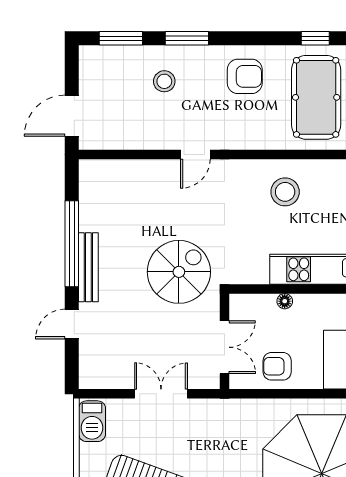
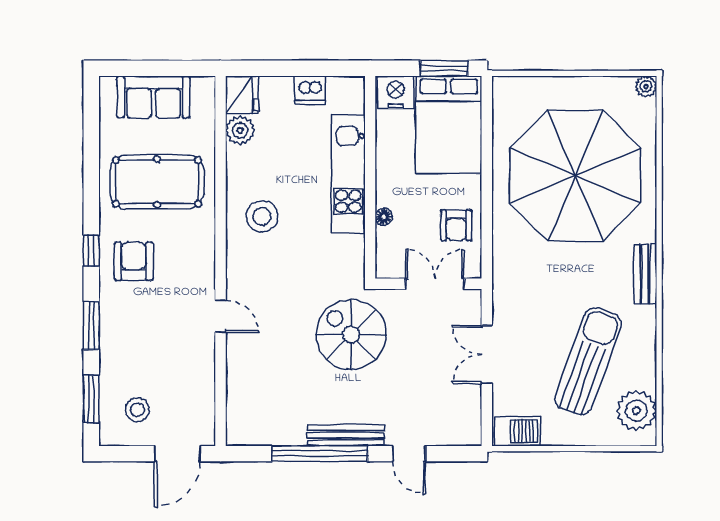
window: (315, 38) -> (91, 251), moved
stool: (164, 81) -> (137, 410), moved
door: (72, 116) -> (177, 454), hinge flipped

